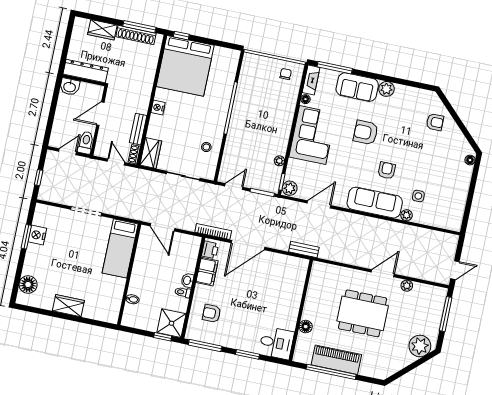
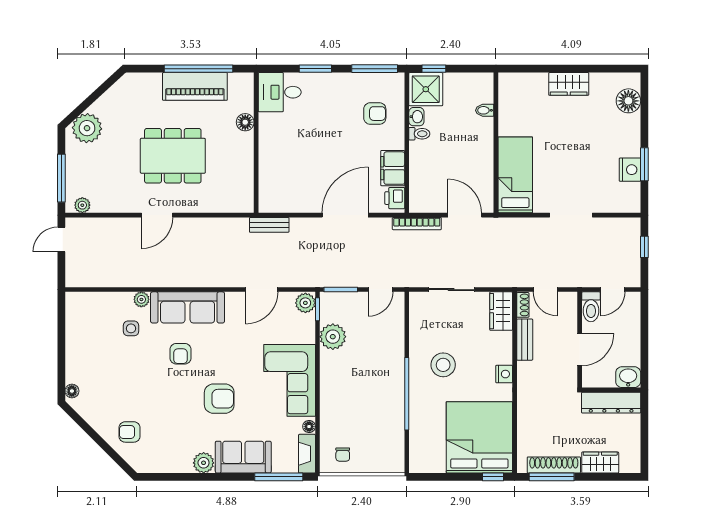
stool: (206, 147) -> (443, 365), moved, width x1.89, depth x1.89
plant: (279, 161) -> (333, 337), width x1.88, depth x1.88
bookcase: (213, 231) -> (417, 224), moved
washbasin: (187, 280) -> (416, 117), moved
plant: (407, 286) -> (82, 205), moved

